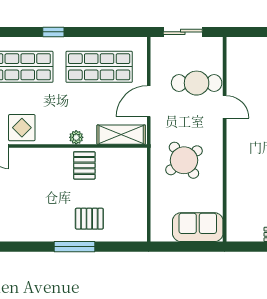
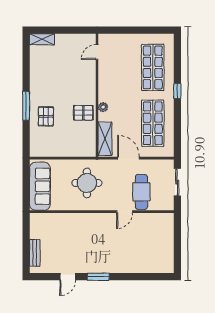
display table: (22, 128) -> (110, 69), removed
round table: (184, 160) -> (87, 183), turned 36
sofa: (198, 227) -> (40, 186), width x1.36

